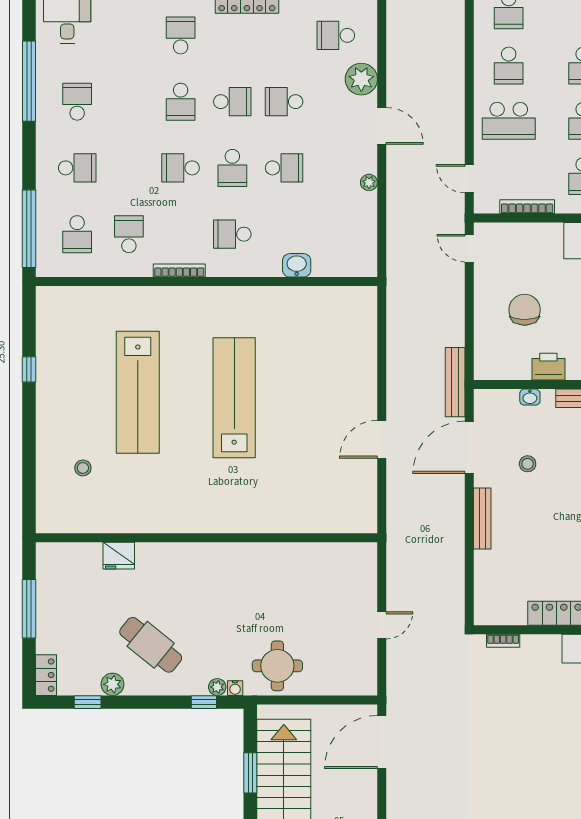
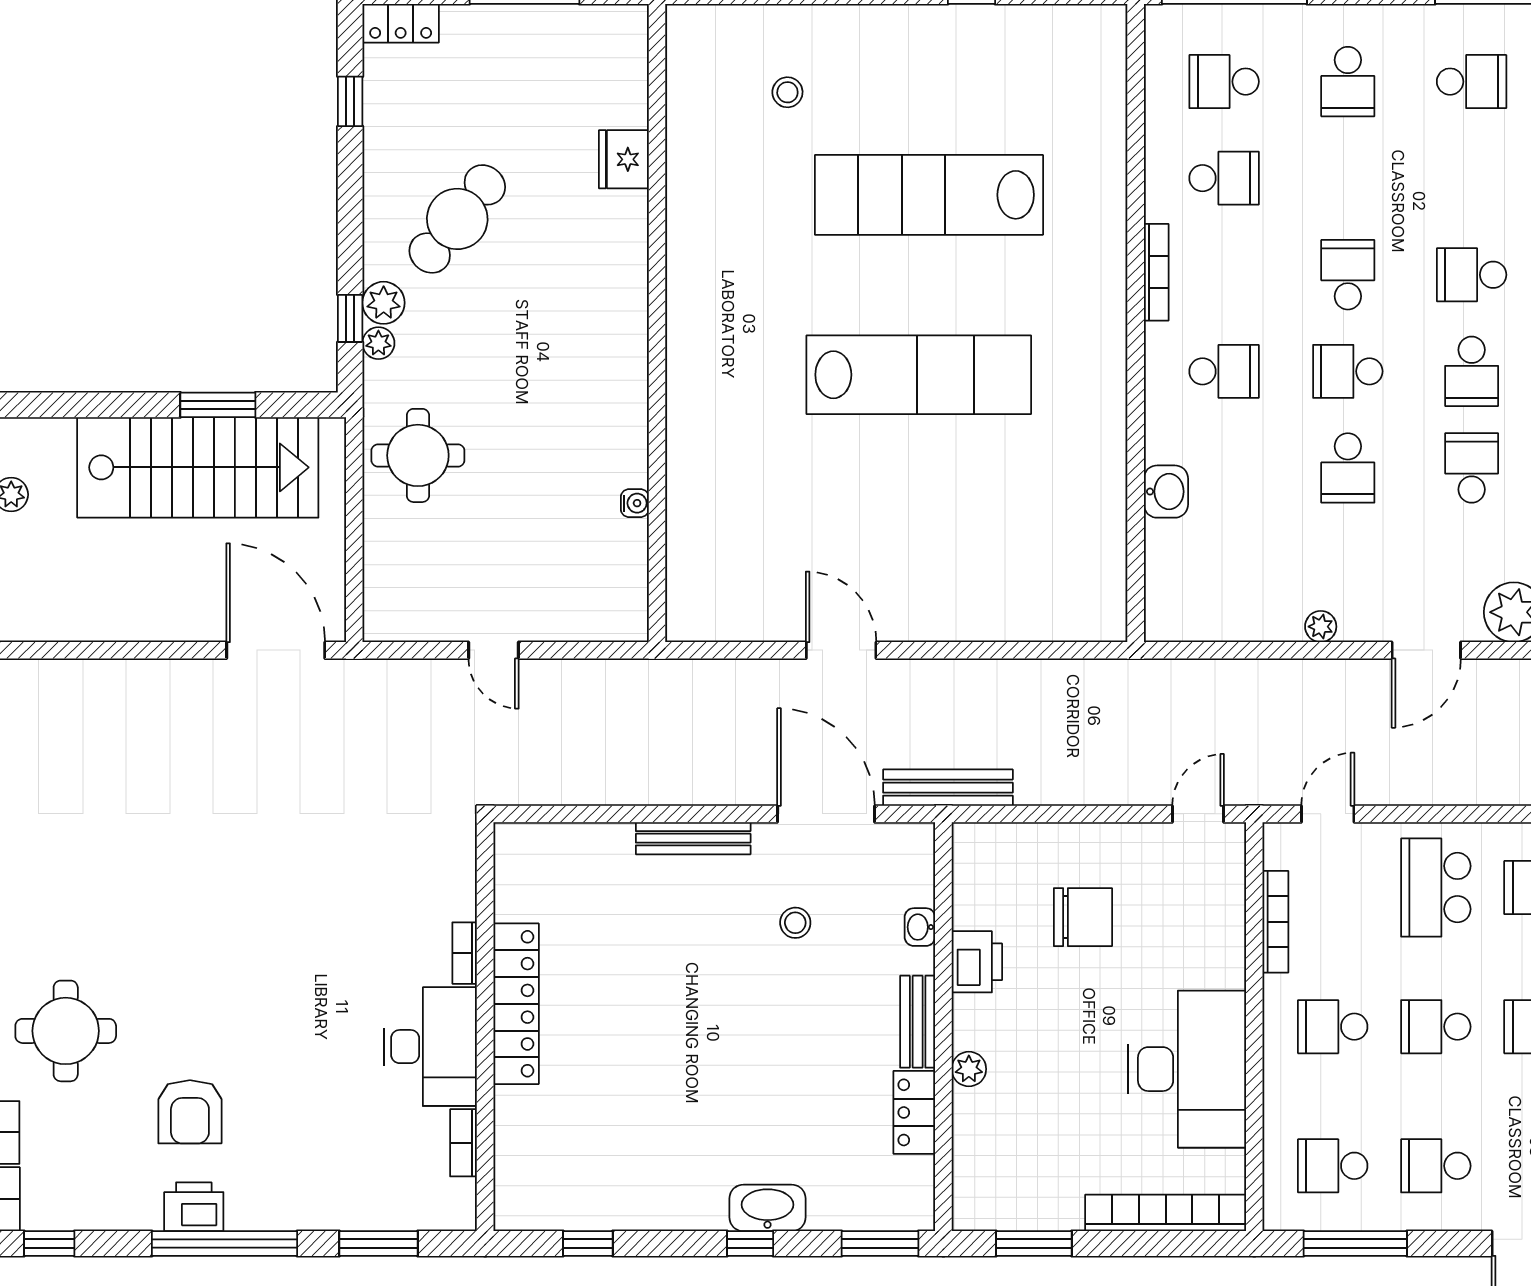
school desk: (232, 234) -> (1224, 371), turned 90
bookcase: (503, 641) -> (465, 953), moved
plant: (112, 684) -> (384, 303), moved
water cooler: (235, 688) -> (635, 503), moved, turned 180

